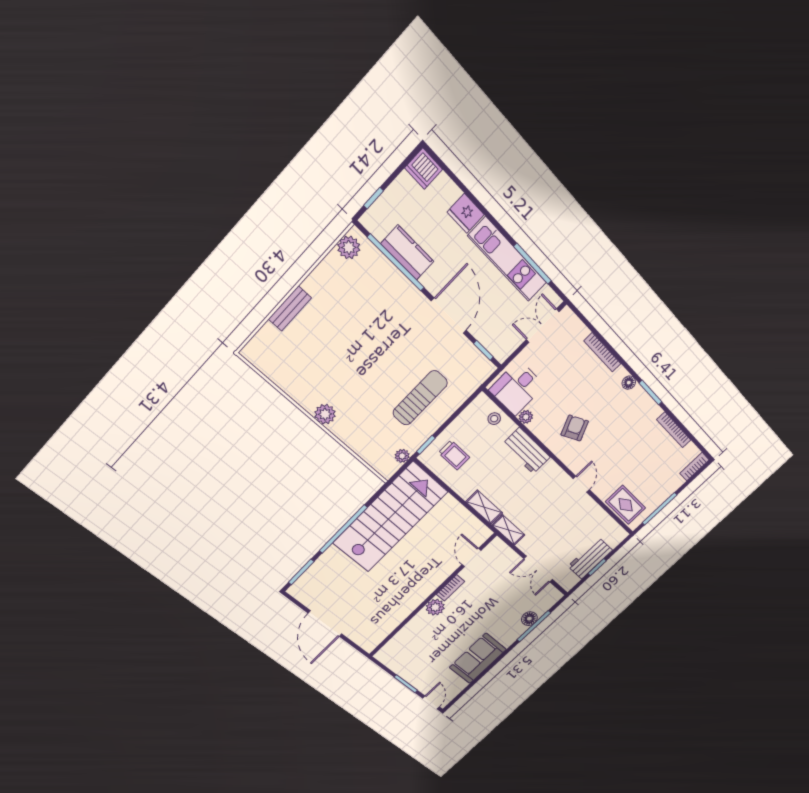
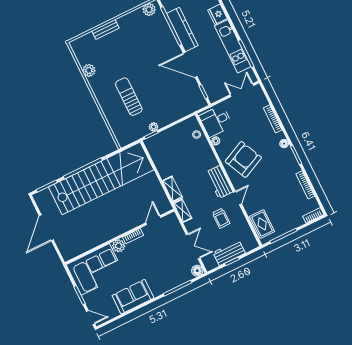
kitchen counter: (407, 253) -> (182, 30), width x1.50
door: (449, 316) -> (190, 65), swing flipped
sun lounger: (420, 398) -> (129, 97), moved, turned -90
plant: (325, 414) -> (89, 70), moved
armchair: (575, 428) -> (243, 159), width x1.88, depth x1.88
workbench: (526, 451) -> (219, 182), moved
trolley: (454, 455) -> (221, 218), moved
plant: (402, 456) -> (154, 127), moved
stairs: (390, 518) -> (101, 178), width x1.36
double door: (538, 569) -> (193, 246), swing flipped
floor lamp: (529, 619) -> (197, 271), moved
corner sofa: (415, 647) -> (95, 269), added
door: (431, 702) -> (91, 318), hinge flipped

